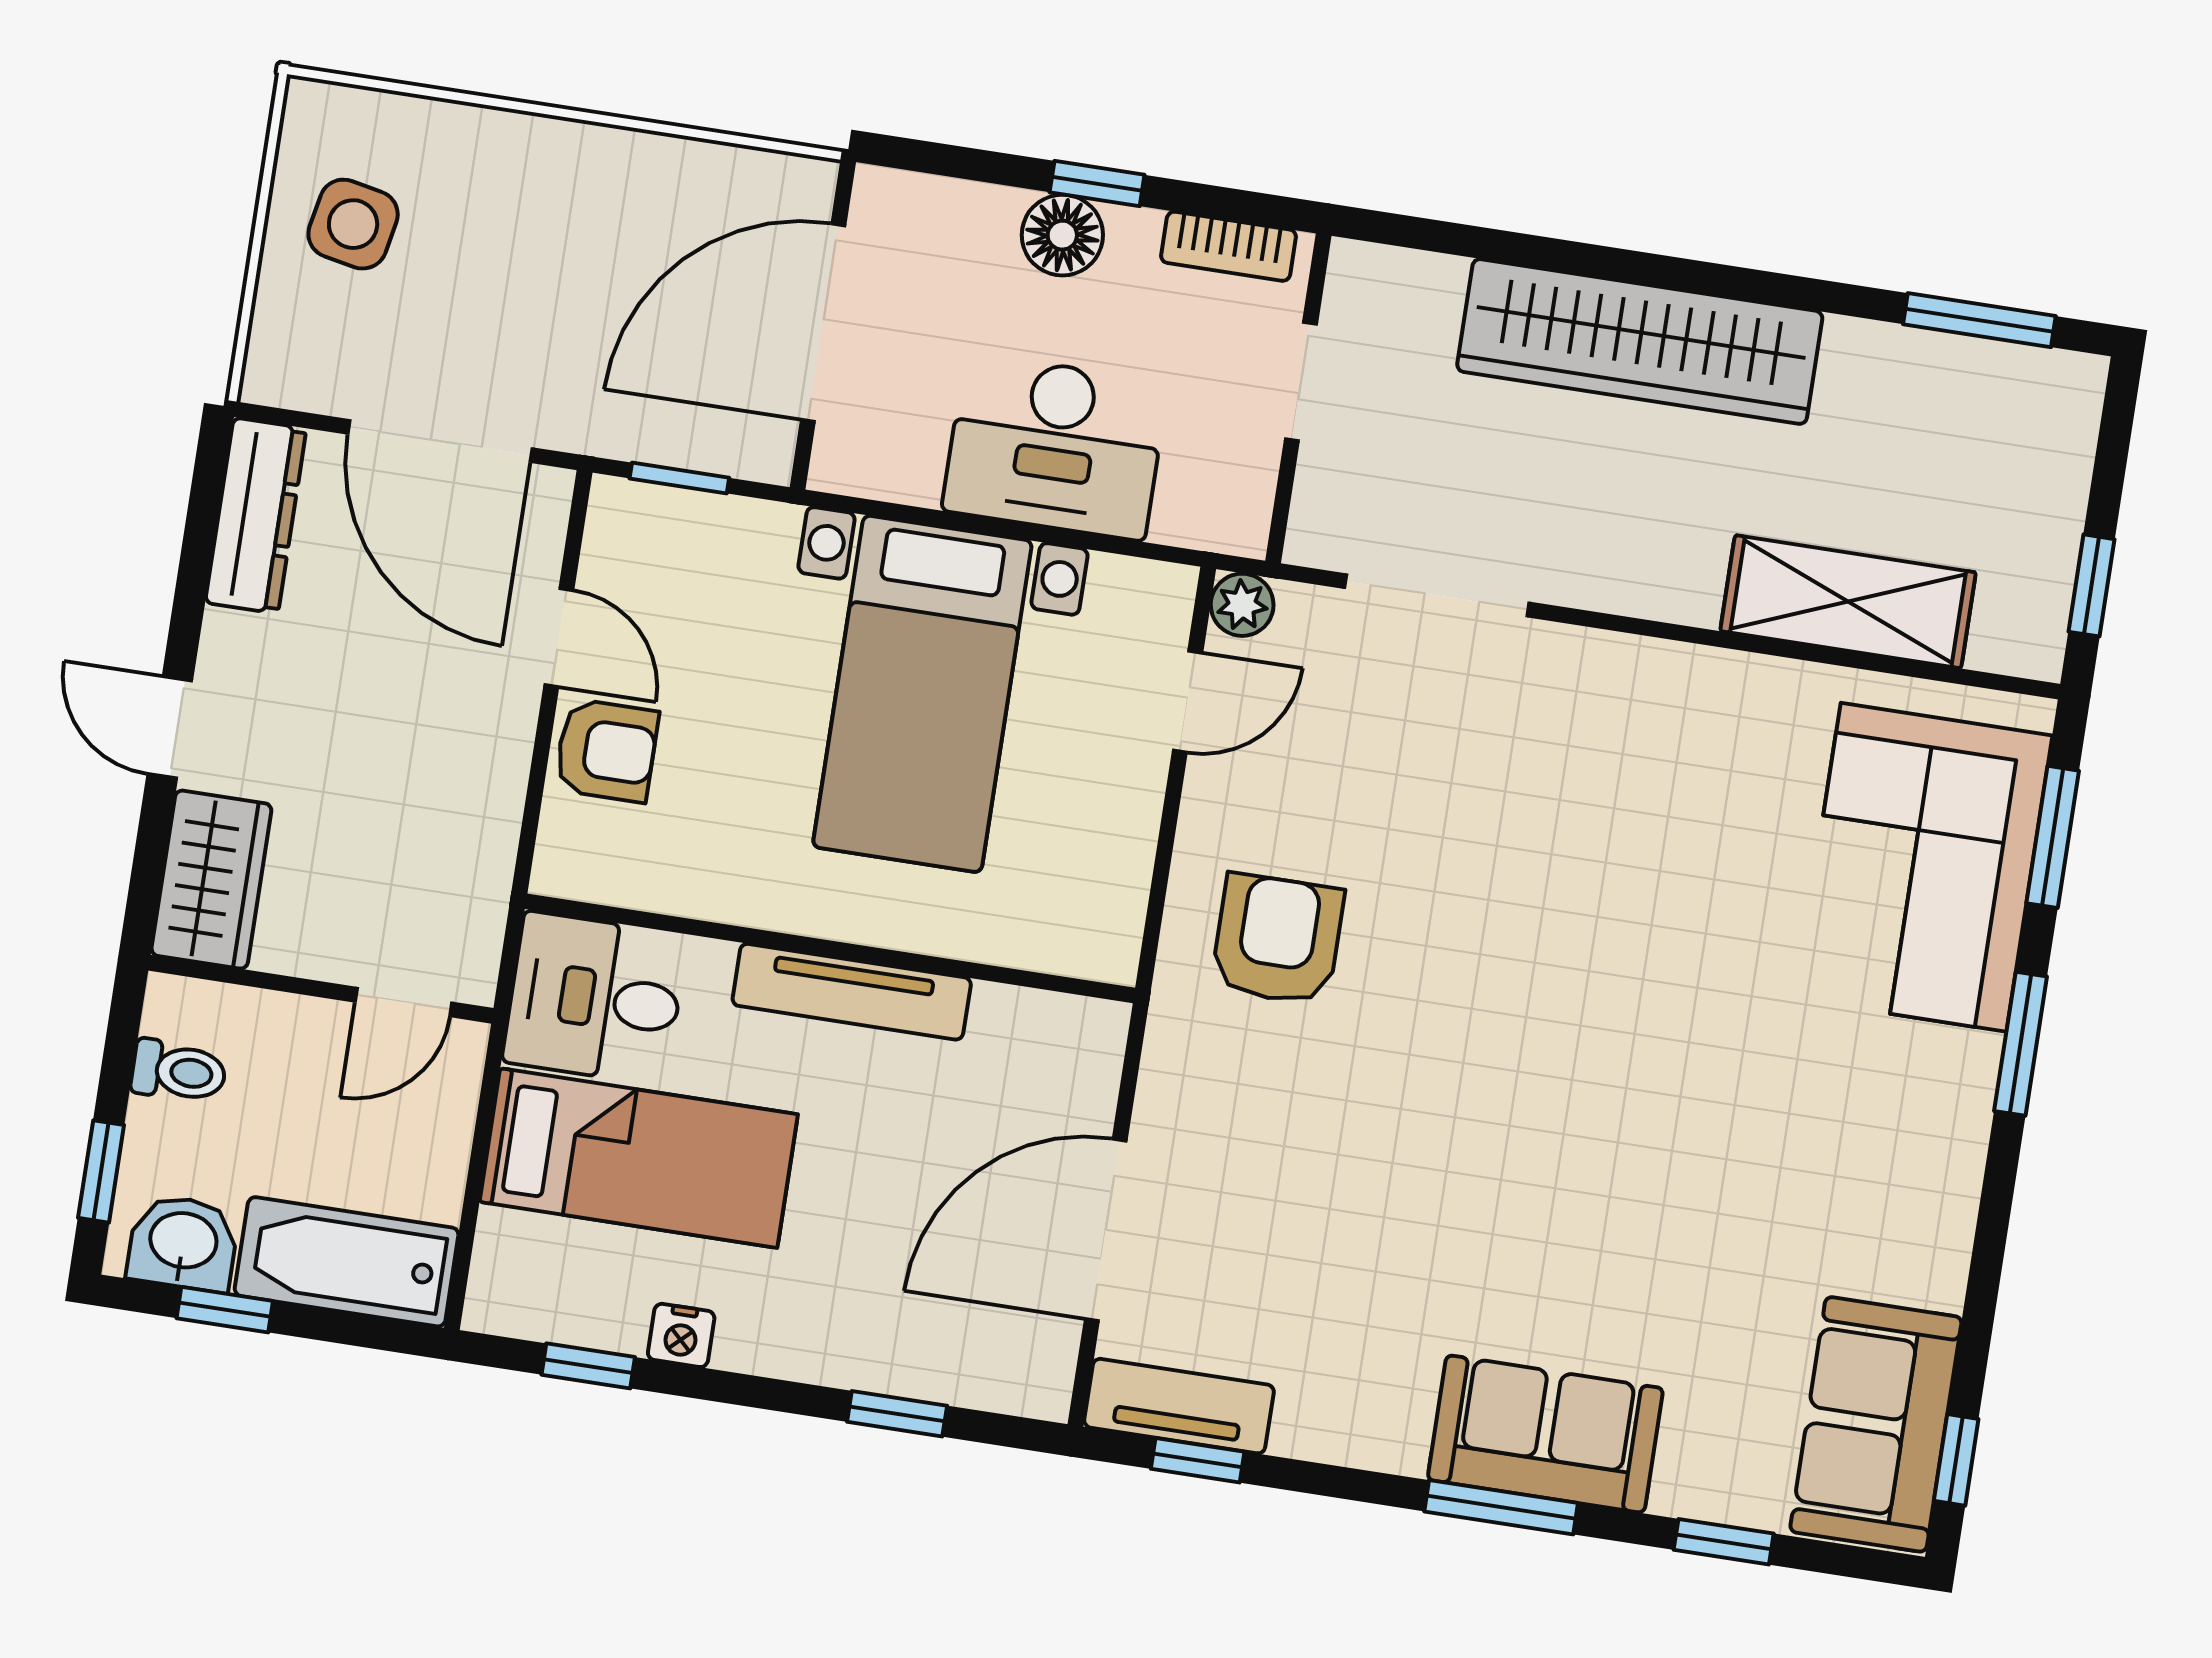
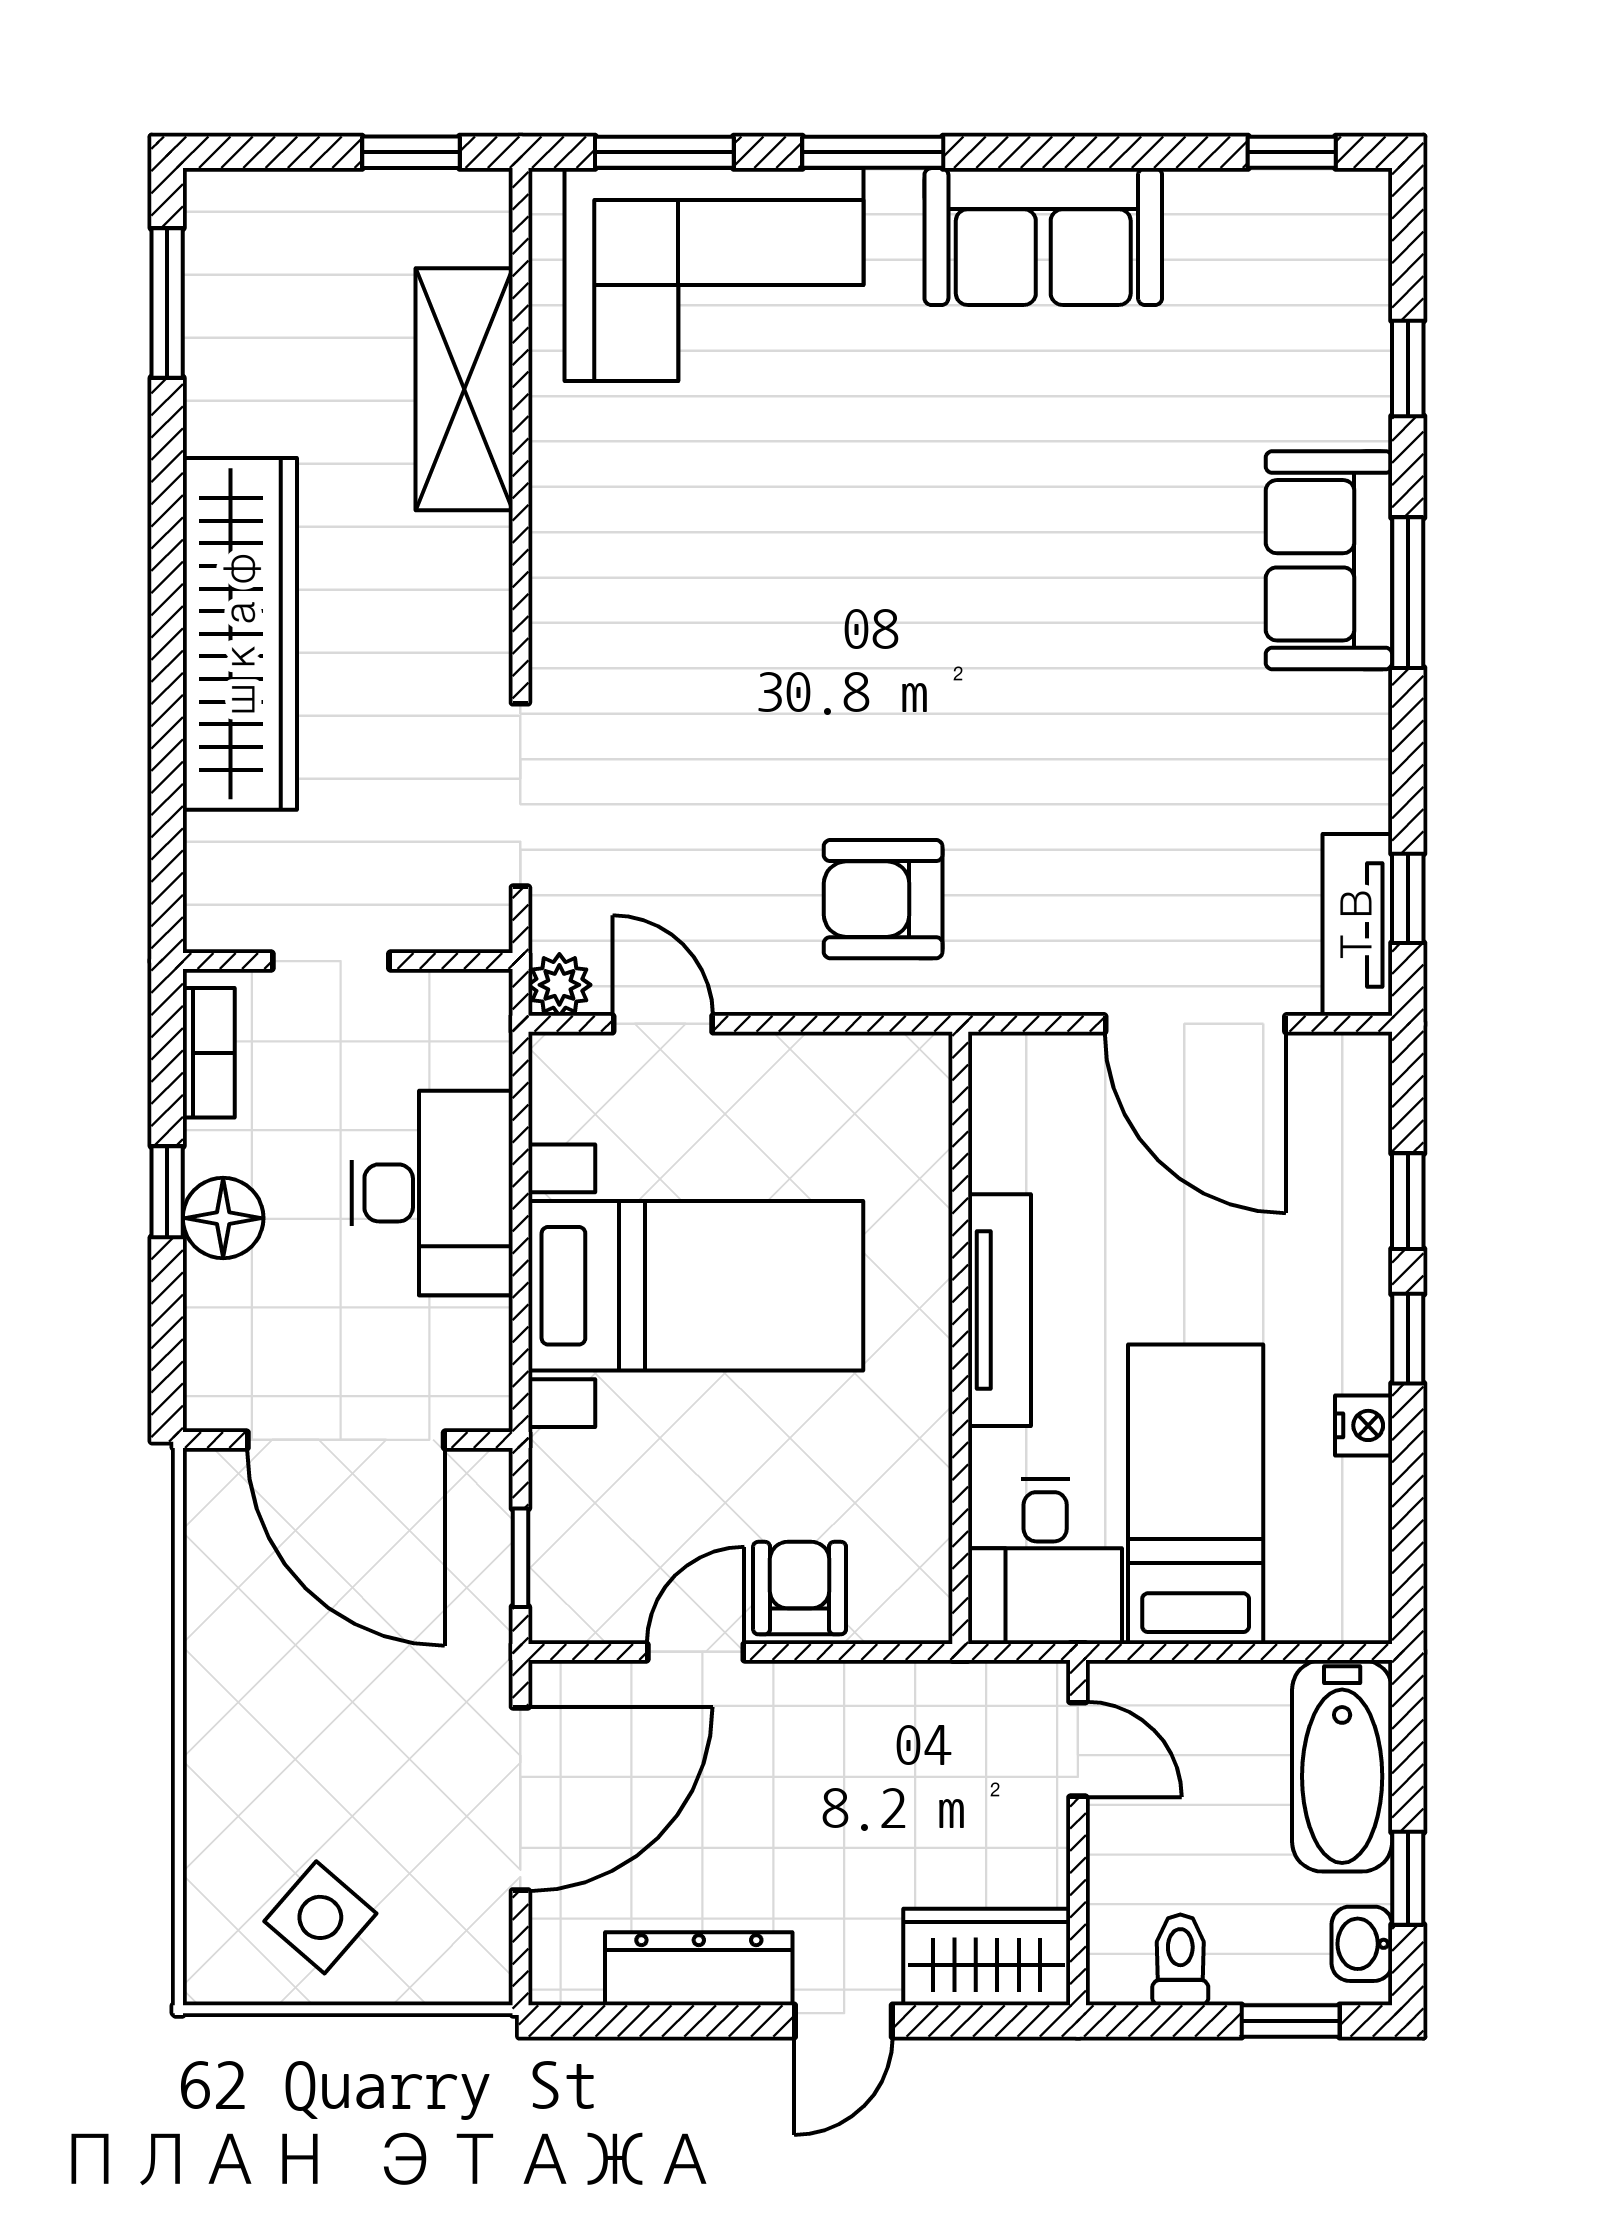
side table: (353, 224) -> (320, 1917), turned 30
dresser: (256, 516) -> (699, 1969), moved
washbasin: (183, 1243) -> (1362, 1944), width x0.72, depth x0.69
window: (588, 1366) -> (1408, 1339), moved
sofa: (1876, 1424) -> (1043, 237), moved

